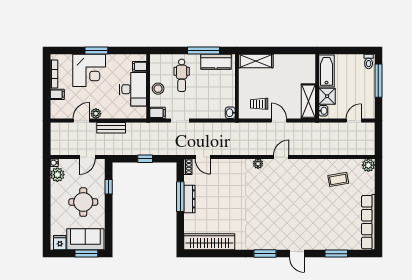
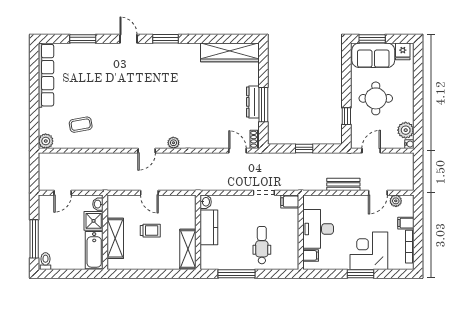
shelving: (256, 61) -> (188, 249), moved, turned 90
kitchen counter: (216, 62) -> (209, 227), moved, turned 90
stool: (158, 89) -> (289, 230), removed
shelving: (308, 101) -> (115, 238), moved
trolley: (259, 104) -> (150, 231), moved
plant: (96, 114) -> (396, 201), moved

